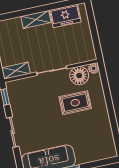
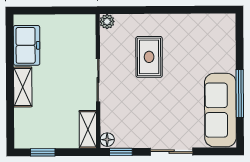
floor lamp: (79, 76) -> (107, 140), moved, width x0.53, depth x0.53

